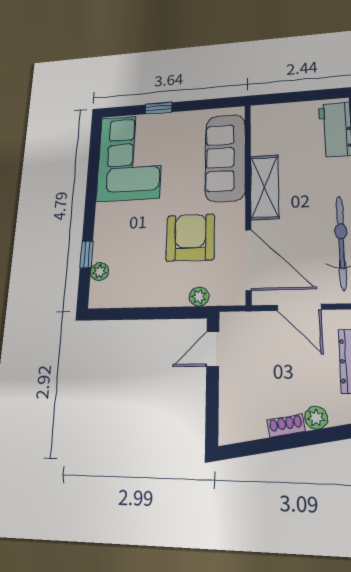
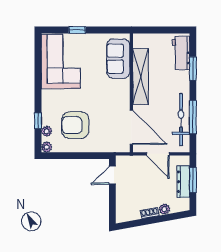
sofa: (225, 158) -> (118, 59), width x0.73
shelving: (264, 187) -> (141, 76), width x1.47
armchair: (190, 238) -> (75, 125), moved, turned -90
plant: (199, 297) -> (47, 147), moved

